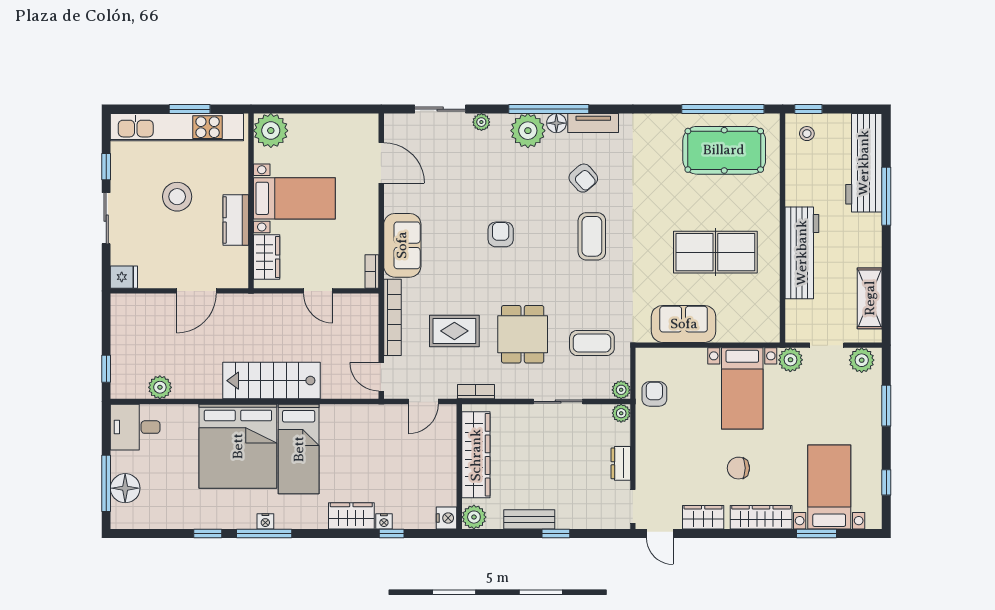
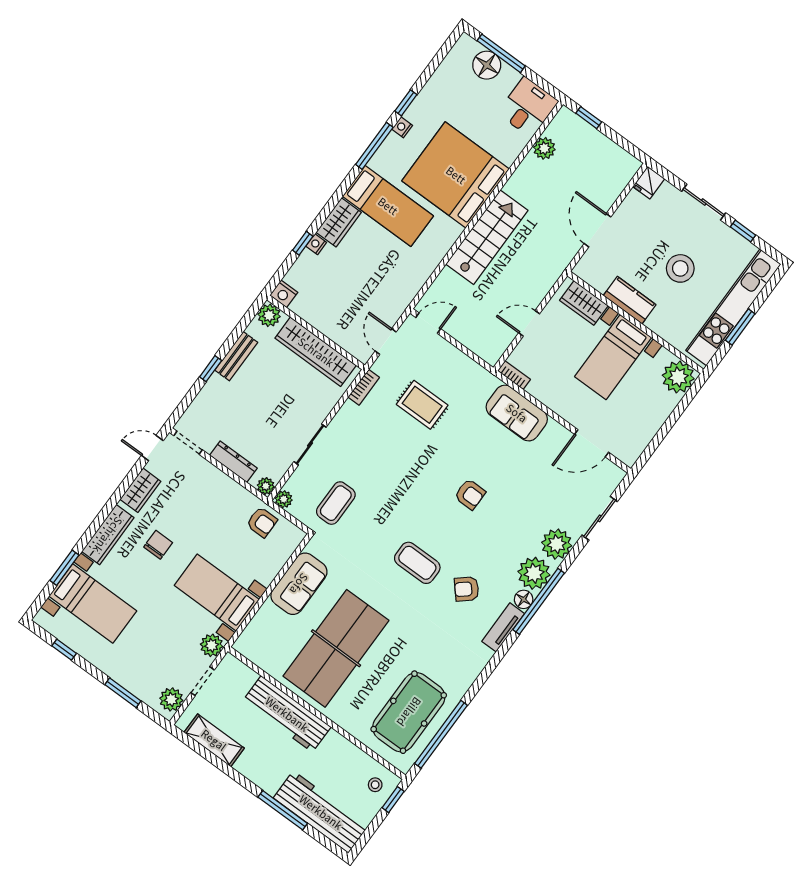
plant: (481, 122) -> (557, 544), width x1.88, depth x1.88
table tennis table: (715, 252) -> (336, 648), width x1.36, depth x1.32
bookcase: (393, 317) -> (467, 365), removed
rug: (454, 331) -> (422, 405), turned 90
dining table: (523, 334) -> (381, 455), removed
bed: (299, 449) -> (388, 206), moved, turned 180
dresser: (621, 463) -> (233, 462), width x1.44
nightstand: (265, 521) -> (402, 127), moved

